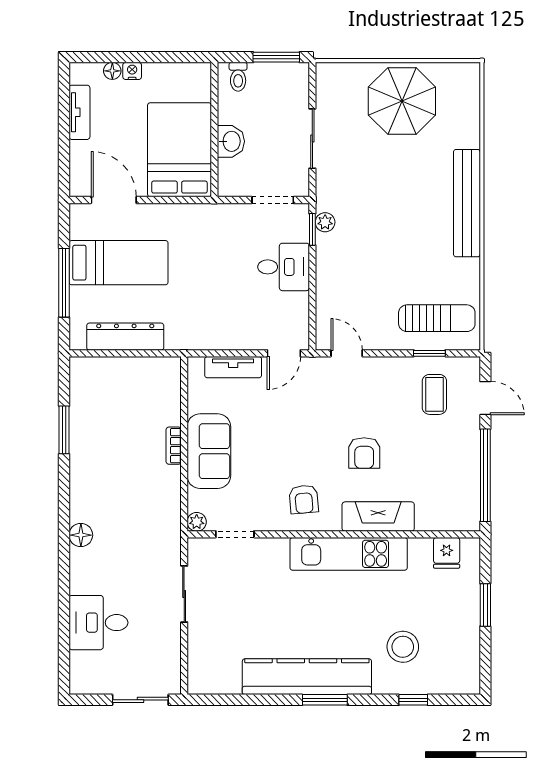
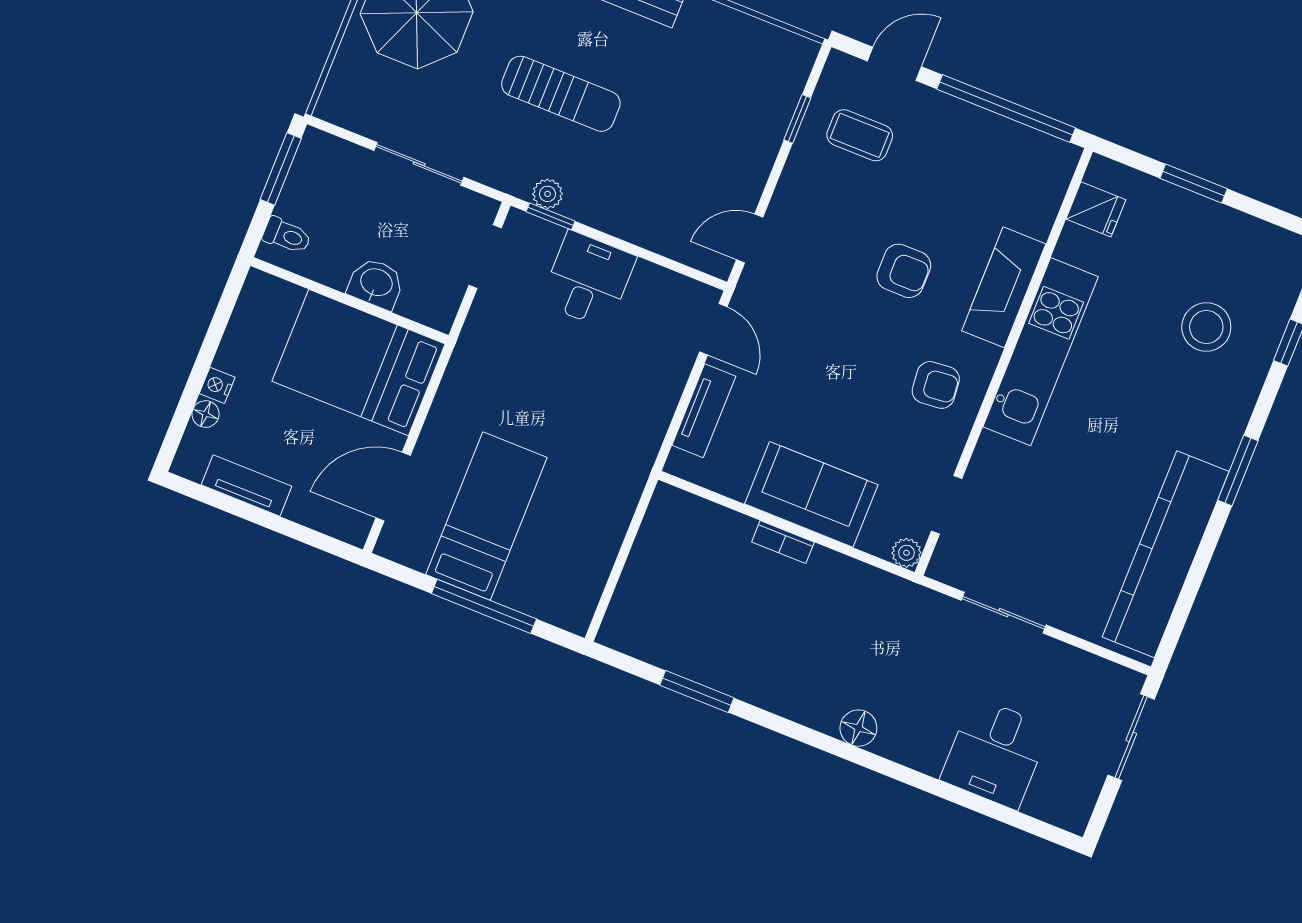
sun lounger: (437, 318) -> (561, 94), moved, turned 90
dresser: (125, 337) -> (597, 549), removed
kitchen counter: (307, 677) -> (1166, 554), moved

